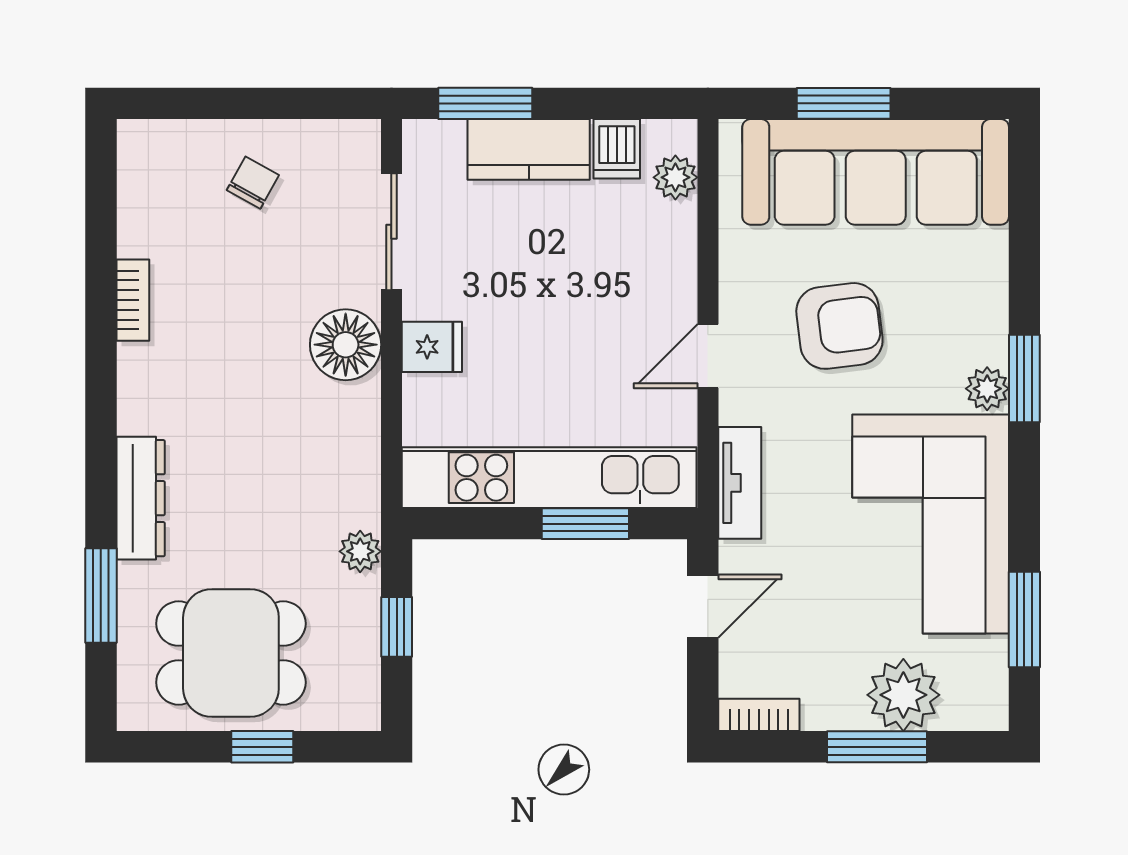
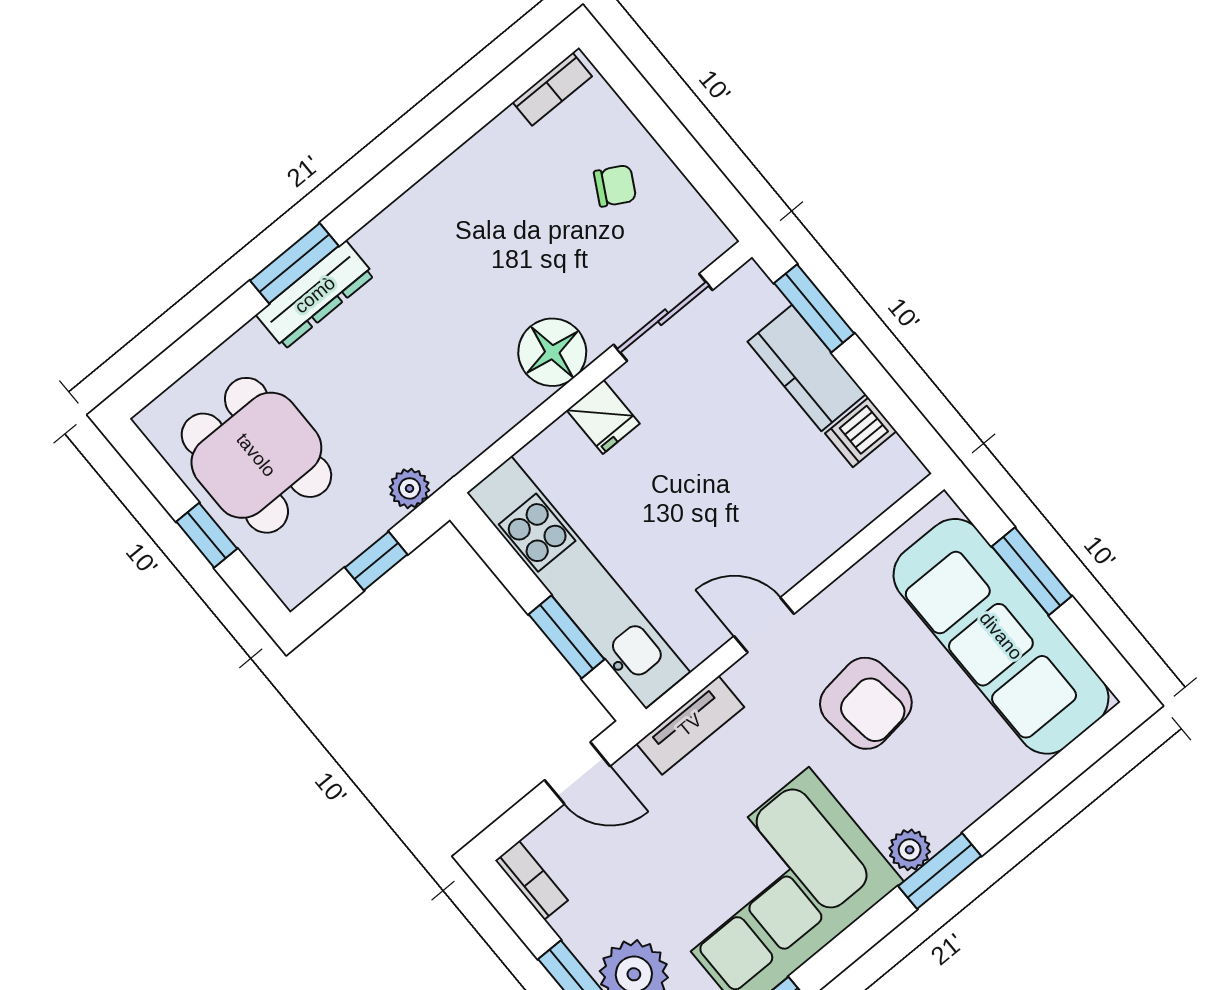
plant: (675, 177) -> (875, 493), removed
bookcase: (133, 300) -> (552, 89), moved
window: (101, 596) -> (294, 263), moved

